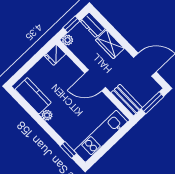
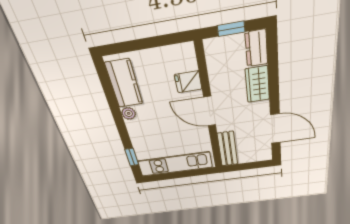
plant: (68, 40) -> (211, 46), removed
fridge: (55, 55) -> (188, 82), moved
window: (153, 103) -> (251, 166), removed

